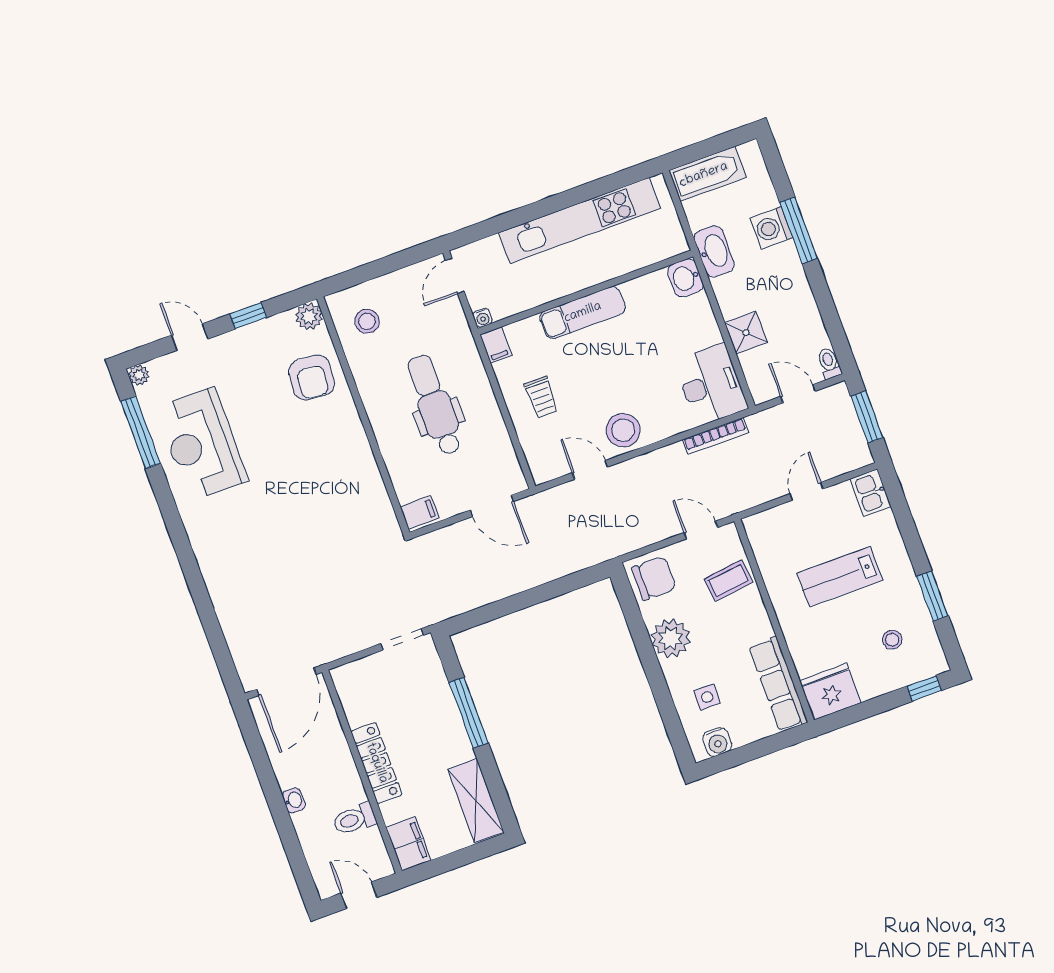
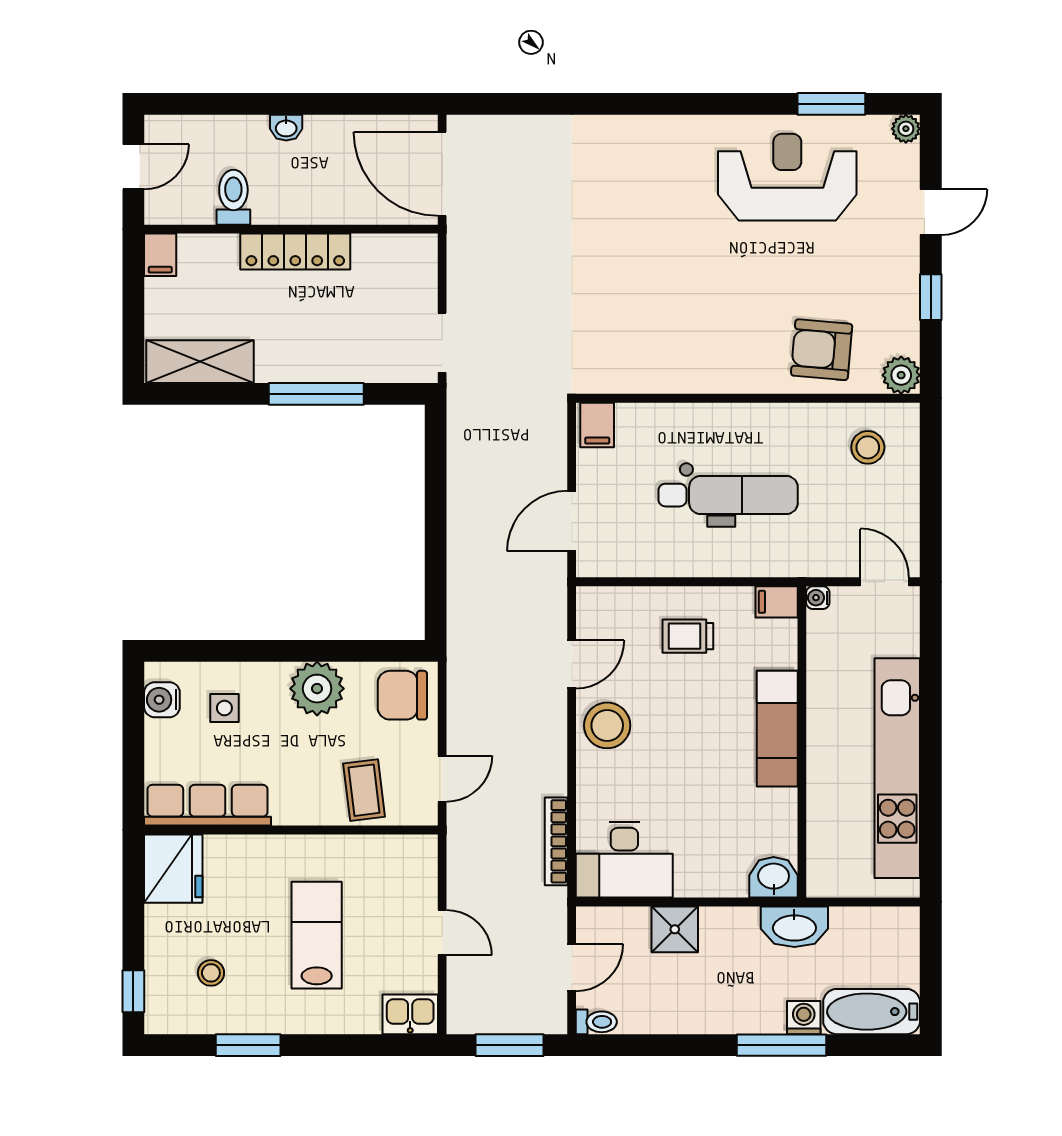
bathtub: (707, 174) -> (872, 1012), moved, turned 90
washing machine: (771, 228) -> (804, 1018), width x0.73, depth x0.73
window: (141, 432) -> (831, 104), width x0.69
chair: (654, 578) -> (402, 695), turned 90
filing cabinet: (408, 844) -> (160, 255), width x0.50

